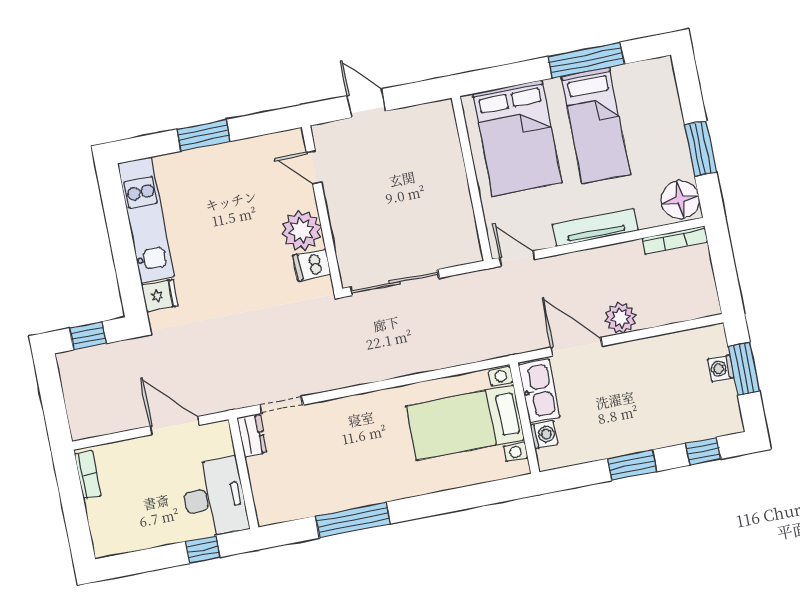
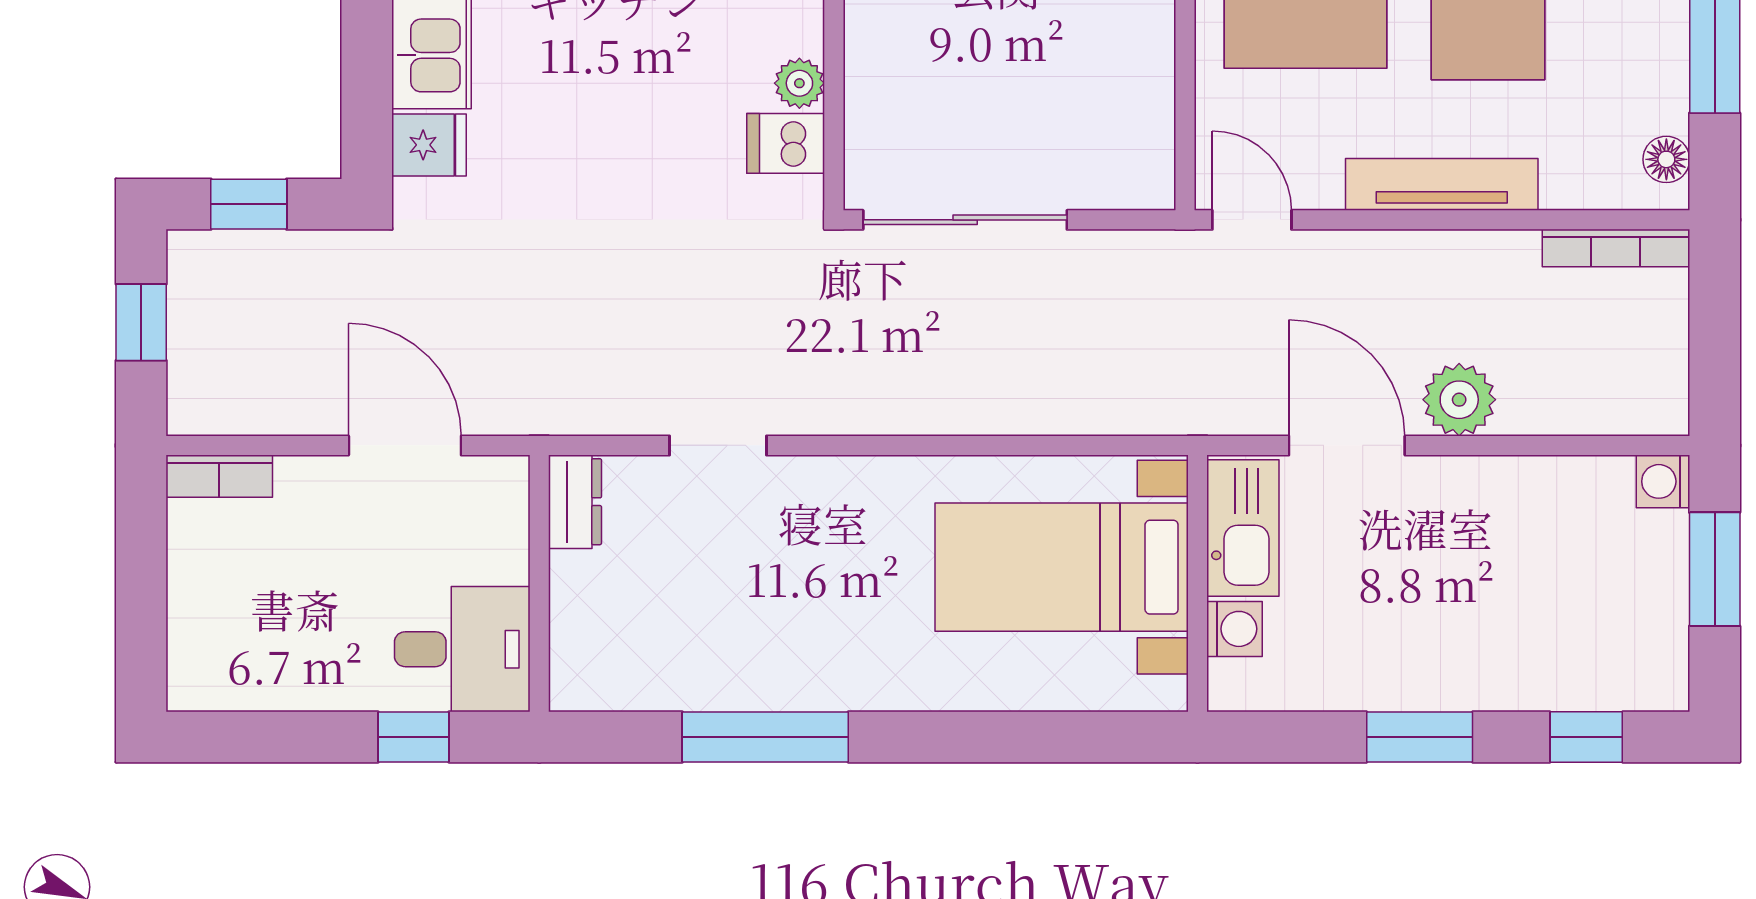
floor lamp: (680, 200) -> (1666, 159), width x0.53, depth x0.53
plant: (301, 231) -> (799, 83), width x0.53, depth x0.53
washing machine: (721, 368) -> (1663, 481), moved
window: (52, 395) -> (141, 322), added
doorway: (281, 405) -> (718, 445), moved
bookcase: (88, 475) -> (219, 476), moved, turned 90
desk: (214, 498) -> (462, 649), width x0.73

